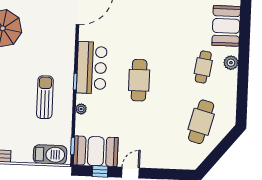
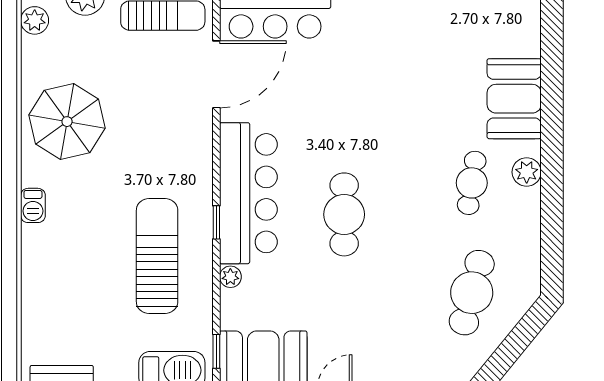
bar counter: (92, 68) -> (248, 193), width x1.36
sun lounger: (45, 97) -> (157, 256), width x1.36, depth x1.34

